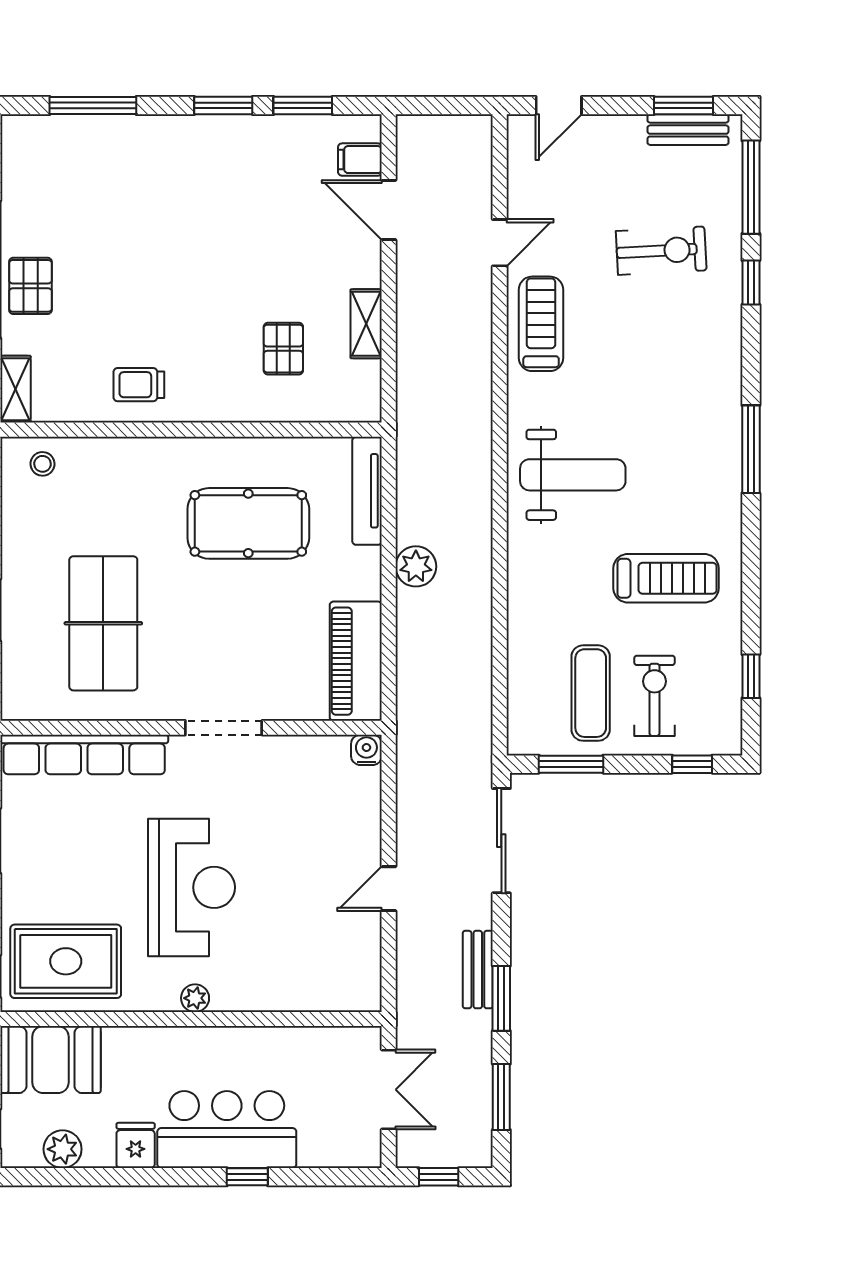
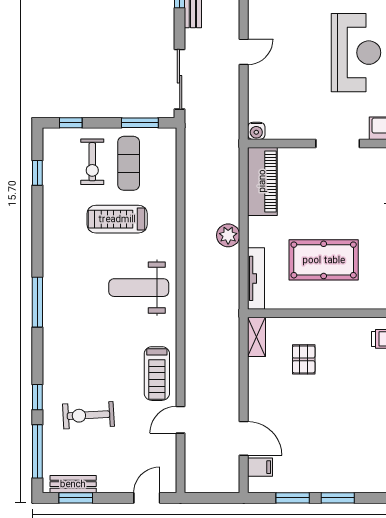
shelving: (366, 324) -> (257, 337), moved
treadmill: (666, 578) -> (117, 219), moved
reception desk: (192, 887) -> (356, 53), turned 180

